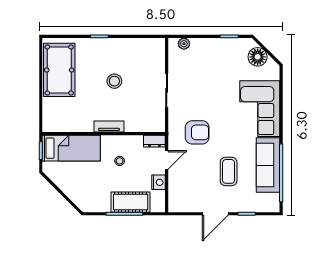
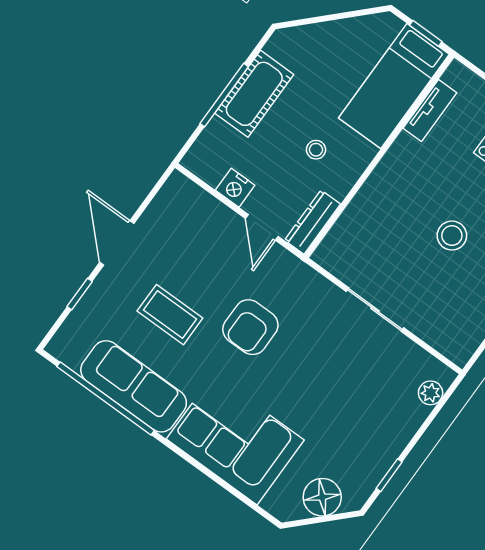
tv unit: (109, 126) -> (430, 111), moved
armchair: (197, 132) -> (250, 327), moved
dresser: (154, 141) -> (312, 222), width x1.44
cot: (131, 202) -> (254, 94), moved

